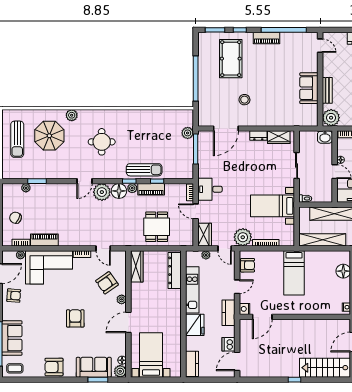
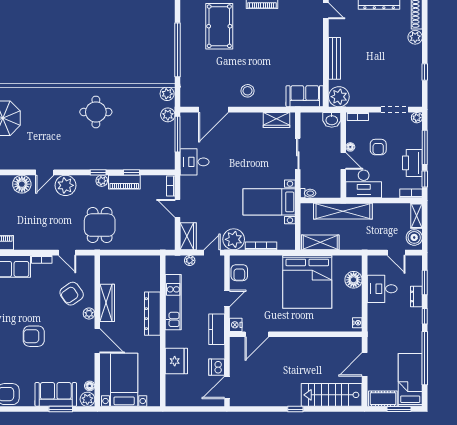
sofa: (309, 88) -> (305, 96), moved, turned 90
bench: (327, 90) -> (334, 58), width x1.36
stool: (244, 100) -> (247, 91), moved
plant: (72, 115) -> (167, 94), moved
dresser: (258, 136) -> (252, 118), removed
round table: (102, 142) -> (96, 112), moved
sun lounger: (144, 170) -> (116, 159), removed
desk: (210, 189) -> (195, 162), moved
floor lamp: (119, 191) -> (22, 184), moved
dining table: (157, 227) -> (100, 225), moved
shelving: (323, 240) -> (320, 242), width x0.68
door: (225, 248) -> (212, 253), swing flipped
armchair: (248, 265) -> (239, 273), turned 90
wardrobe: (137, 266) -> (107, 303), moved
dresser: (175, 270) -> (152, 314), moved
bed: (294, 273) -> (307, 282), width x2.04
armchair: (75, 318) -> (34, 336), turned -90
door: (128, 322) -> (97, 341), swing flipped
fridge: (195, 325) -> (176, 361), moved
kitchen counter: (192, 364) -> (173, 390), removed

